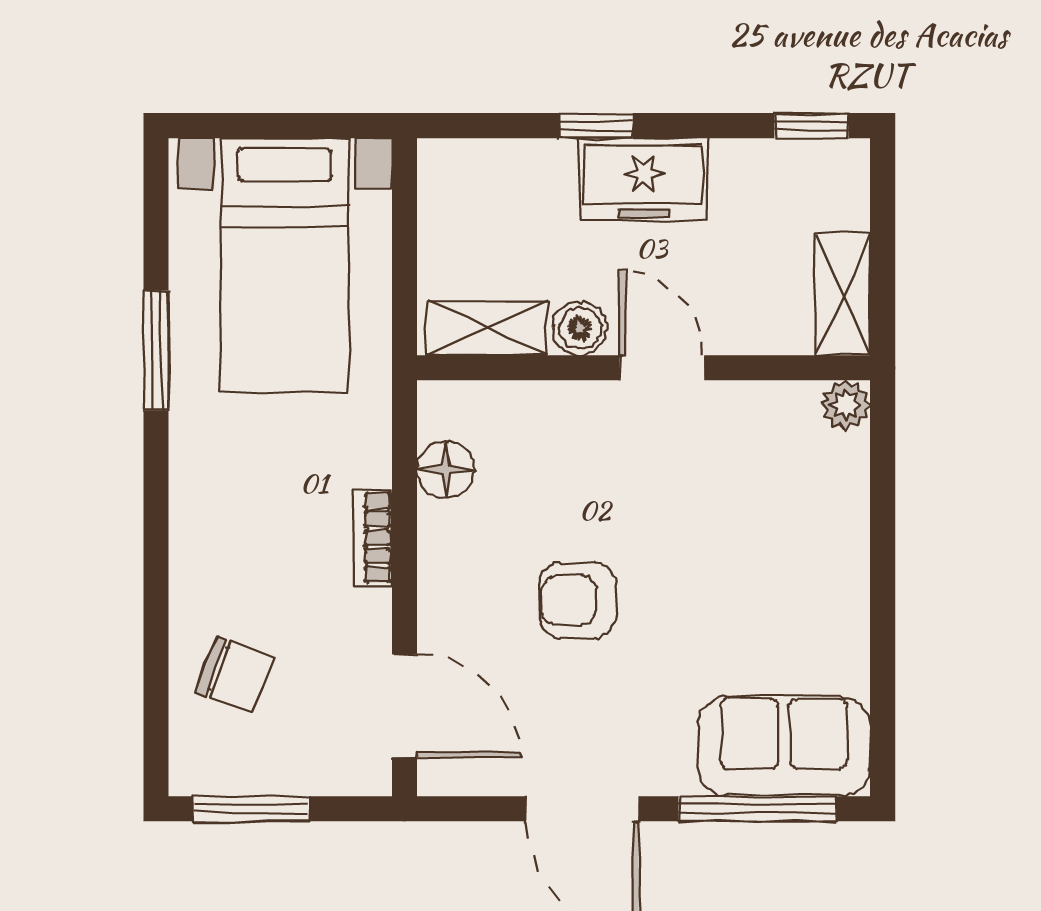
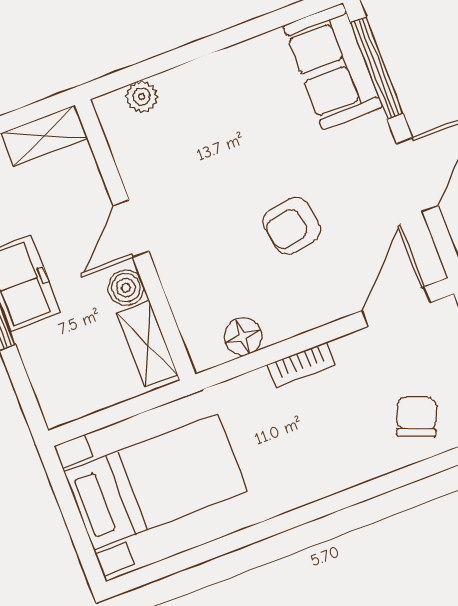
window: (156, 351) -> (238, 540), removed
plant: (845, 405) -> (142, 97), moved
armchair: (578, 600) -> (292, 226), turned 80

